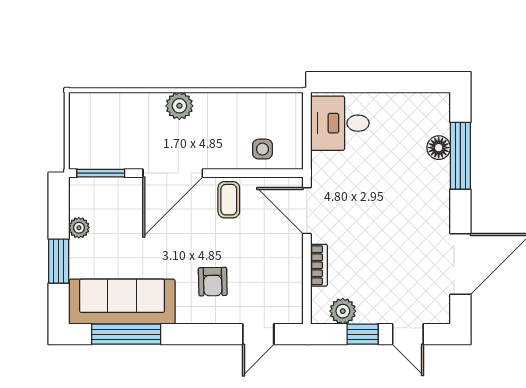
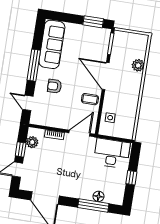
window: (387, 82) -> (131, 178), added
plant: (179, 106) -> (138, 65), moved
desk: (340, 123) -> (112, 153), width x1.37
plant: (79, 228) -> (88, 30), removed
window: (59, 261) -> (93, 22), moved
window: (126, 334) -> (34, 65), moved

